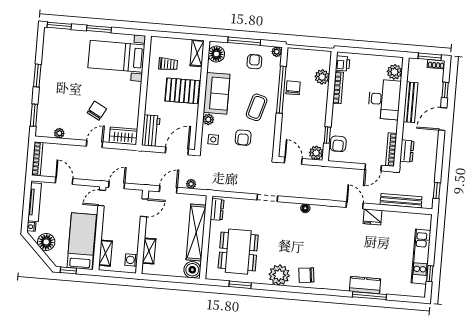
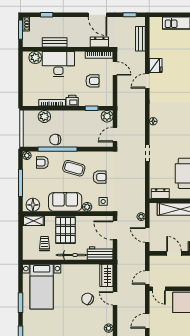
armchair: (254, 62) -> (42, 163), moved
printer: (343, 64) -> (72, 101), moved
bicycle: (152, 96) -> (71, 255), added
bench: (410, 102) -> (55, 42), width x0.73
door: (443, 119) -> (98, 15), moved
armchair: (338, 144) -> (92, 81), moved
door: (117, 185) -> (147, 278), hinge flipped
bench: (401, 201) -> (140, 39), width x0.73
door: (144, 208) -> (174, 253), moved

